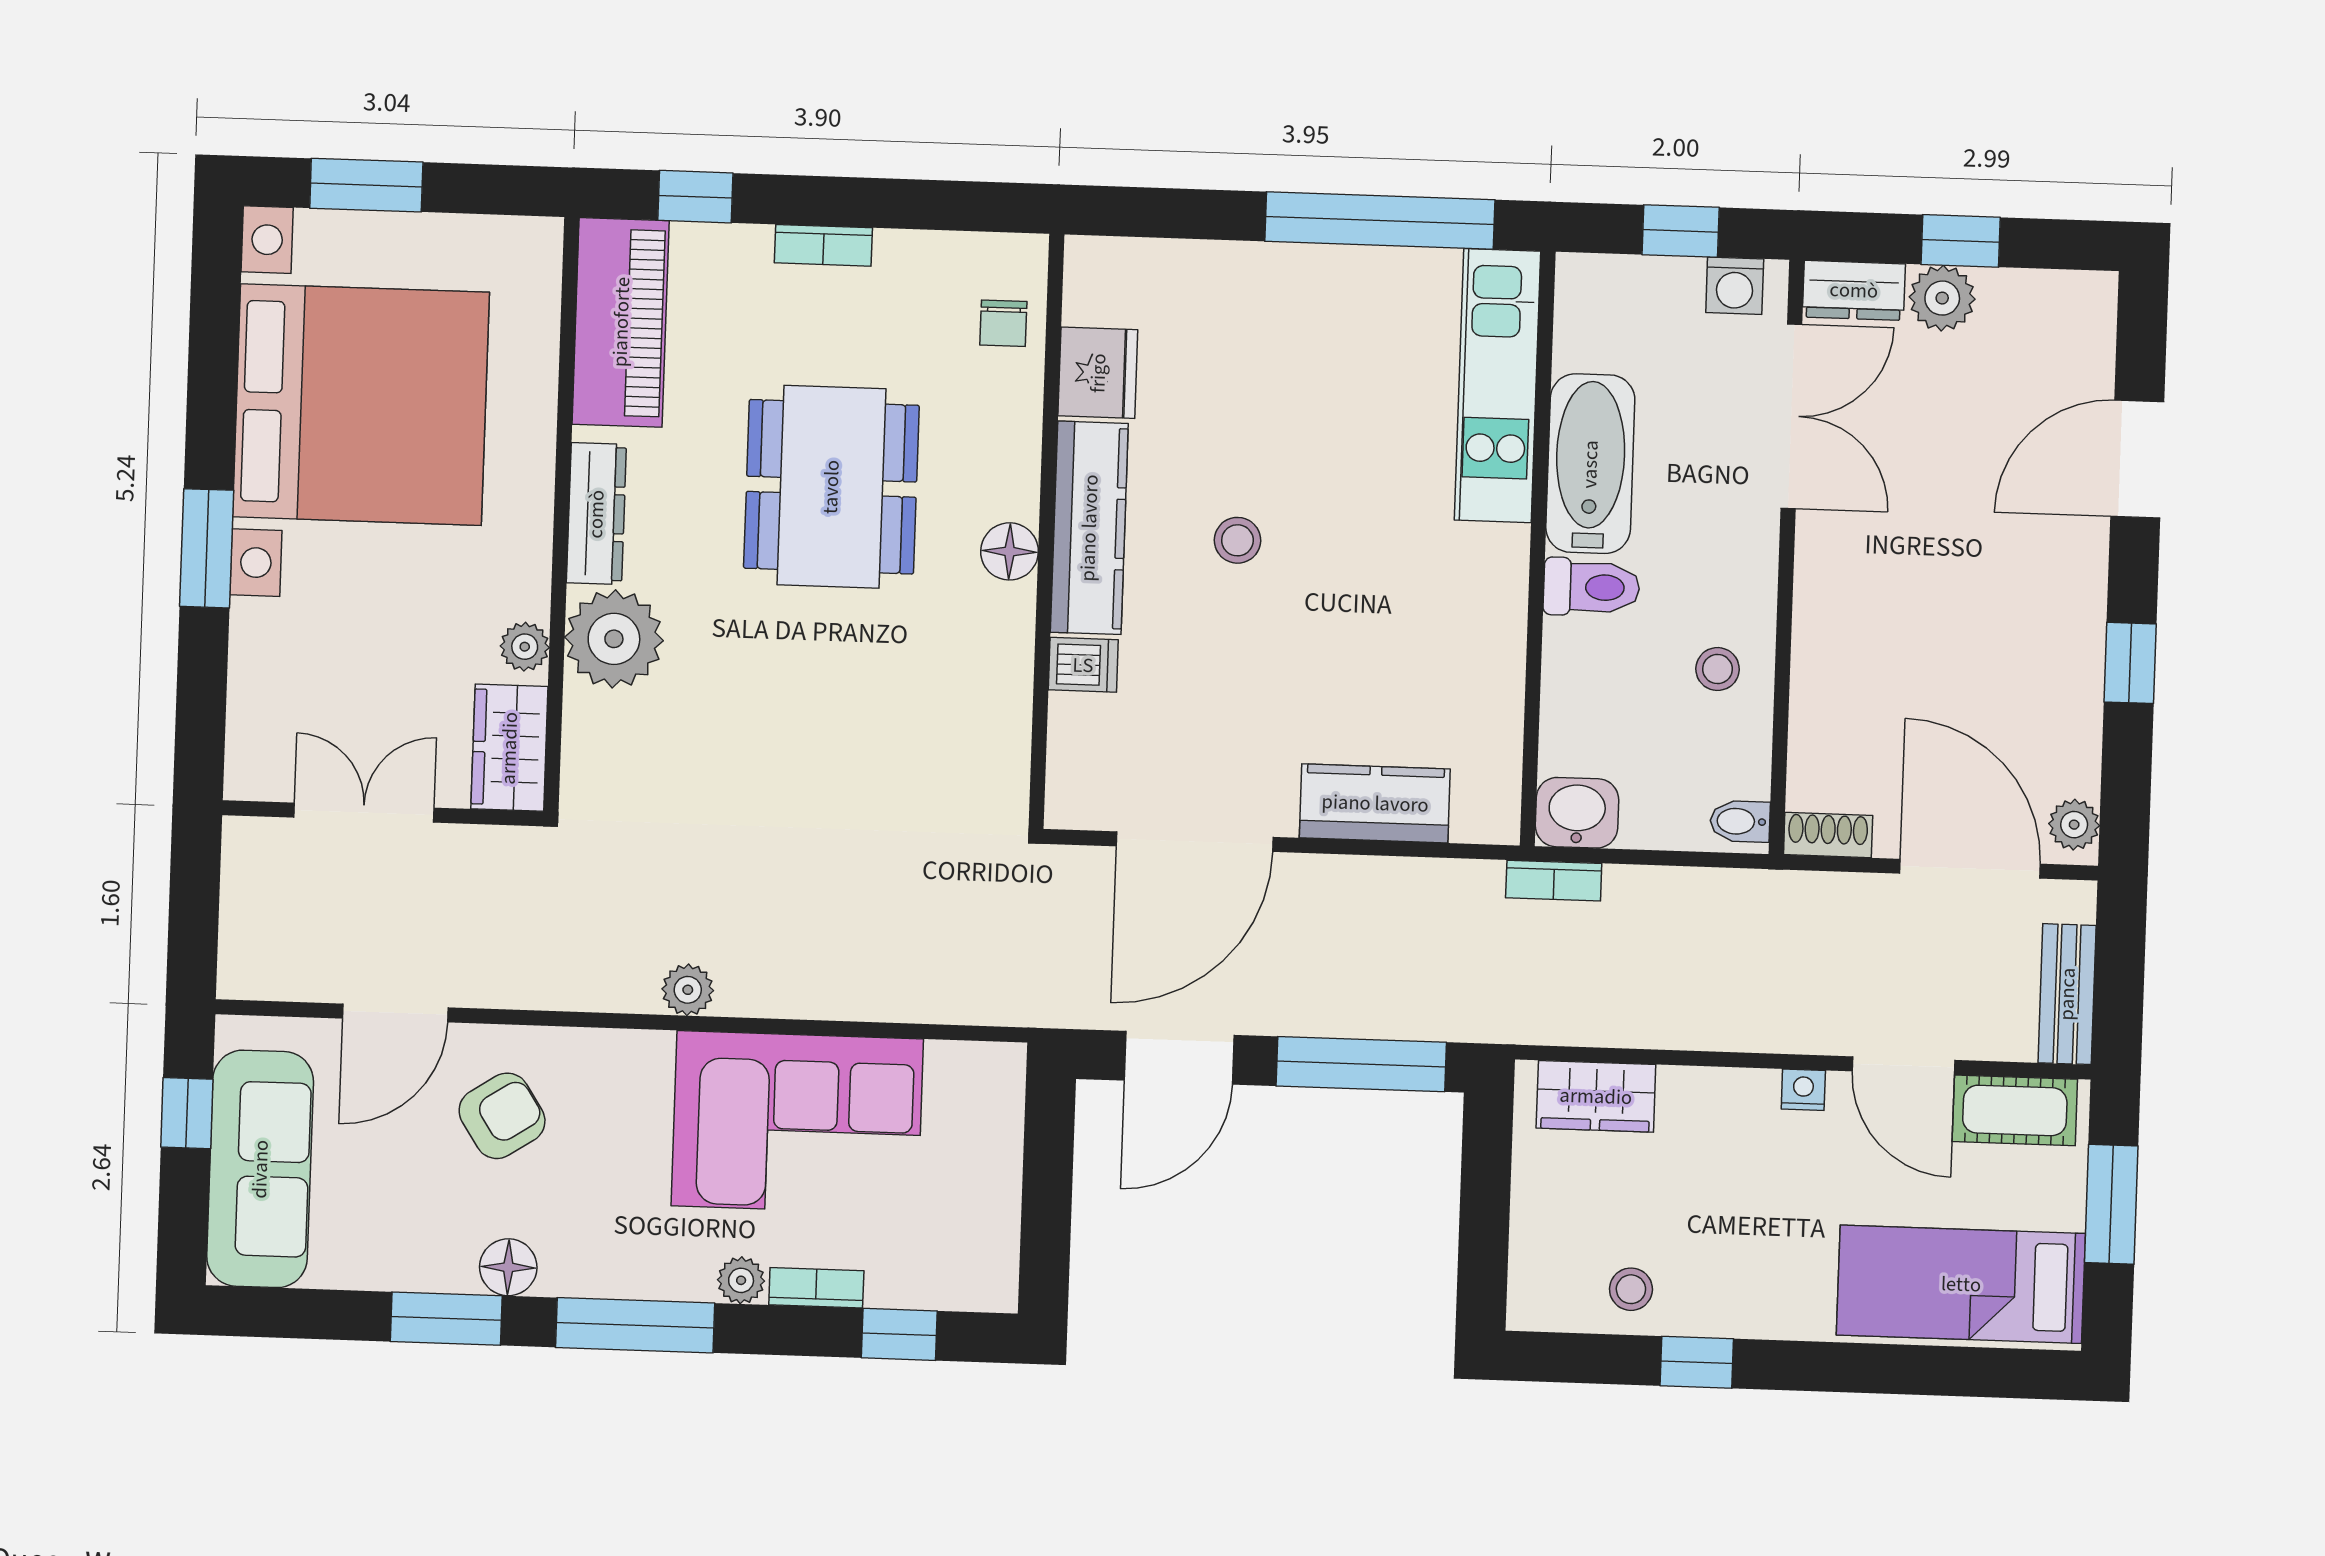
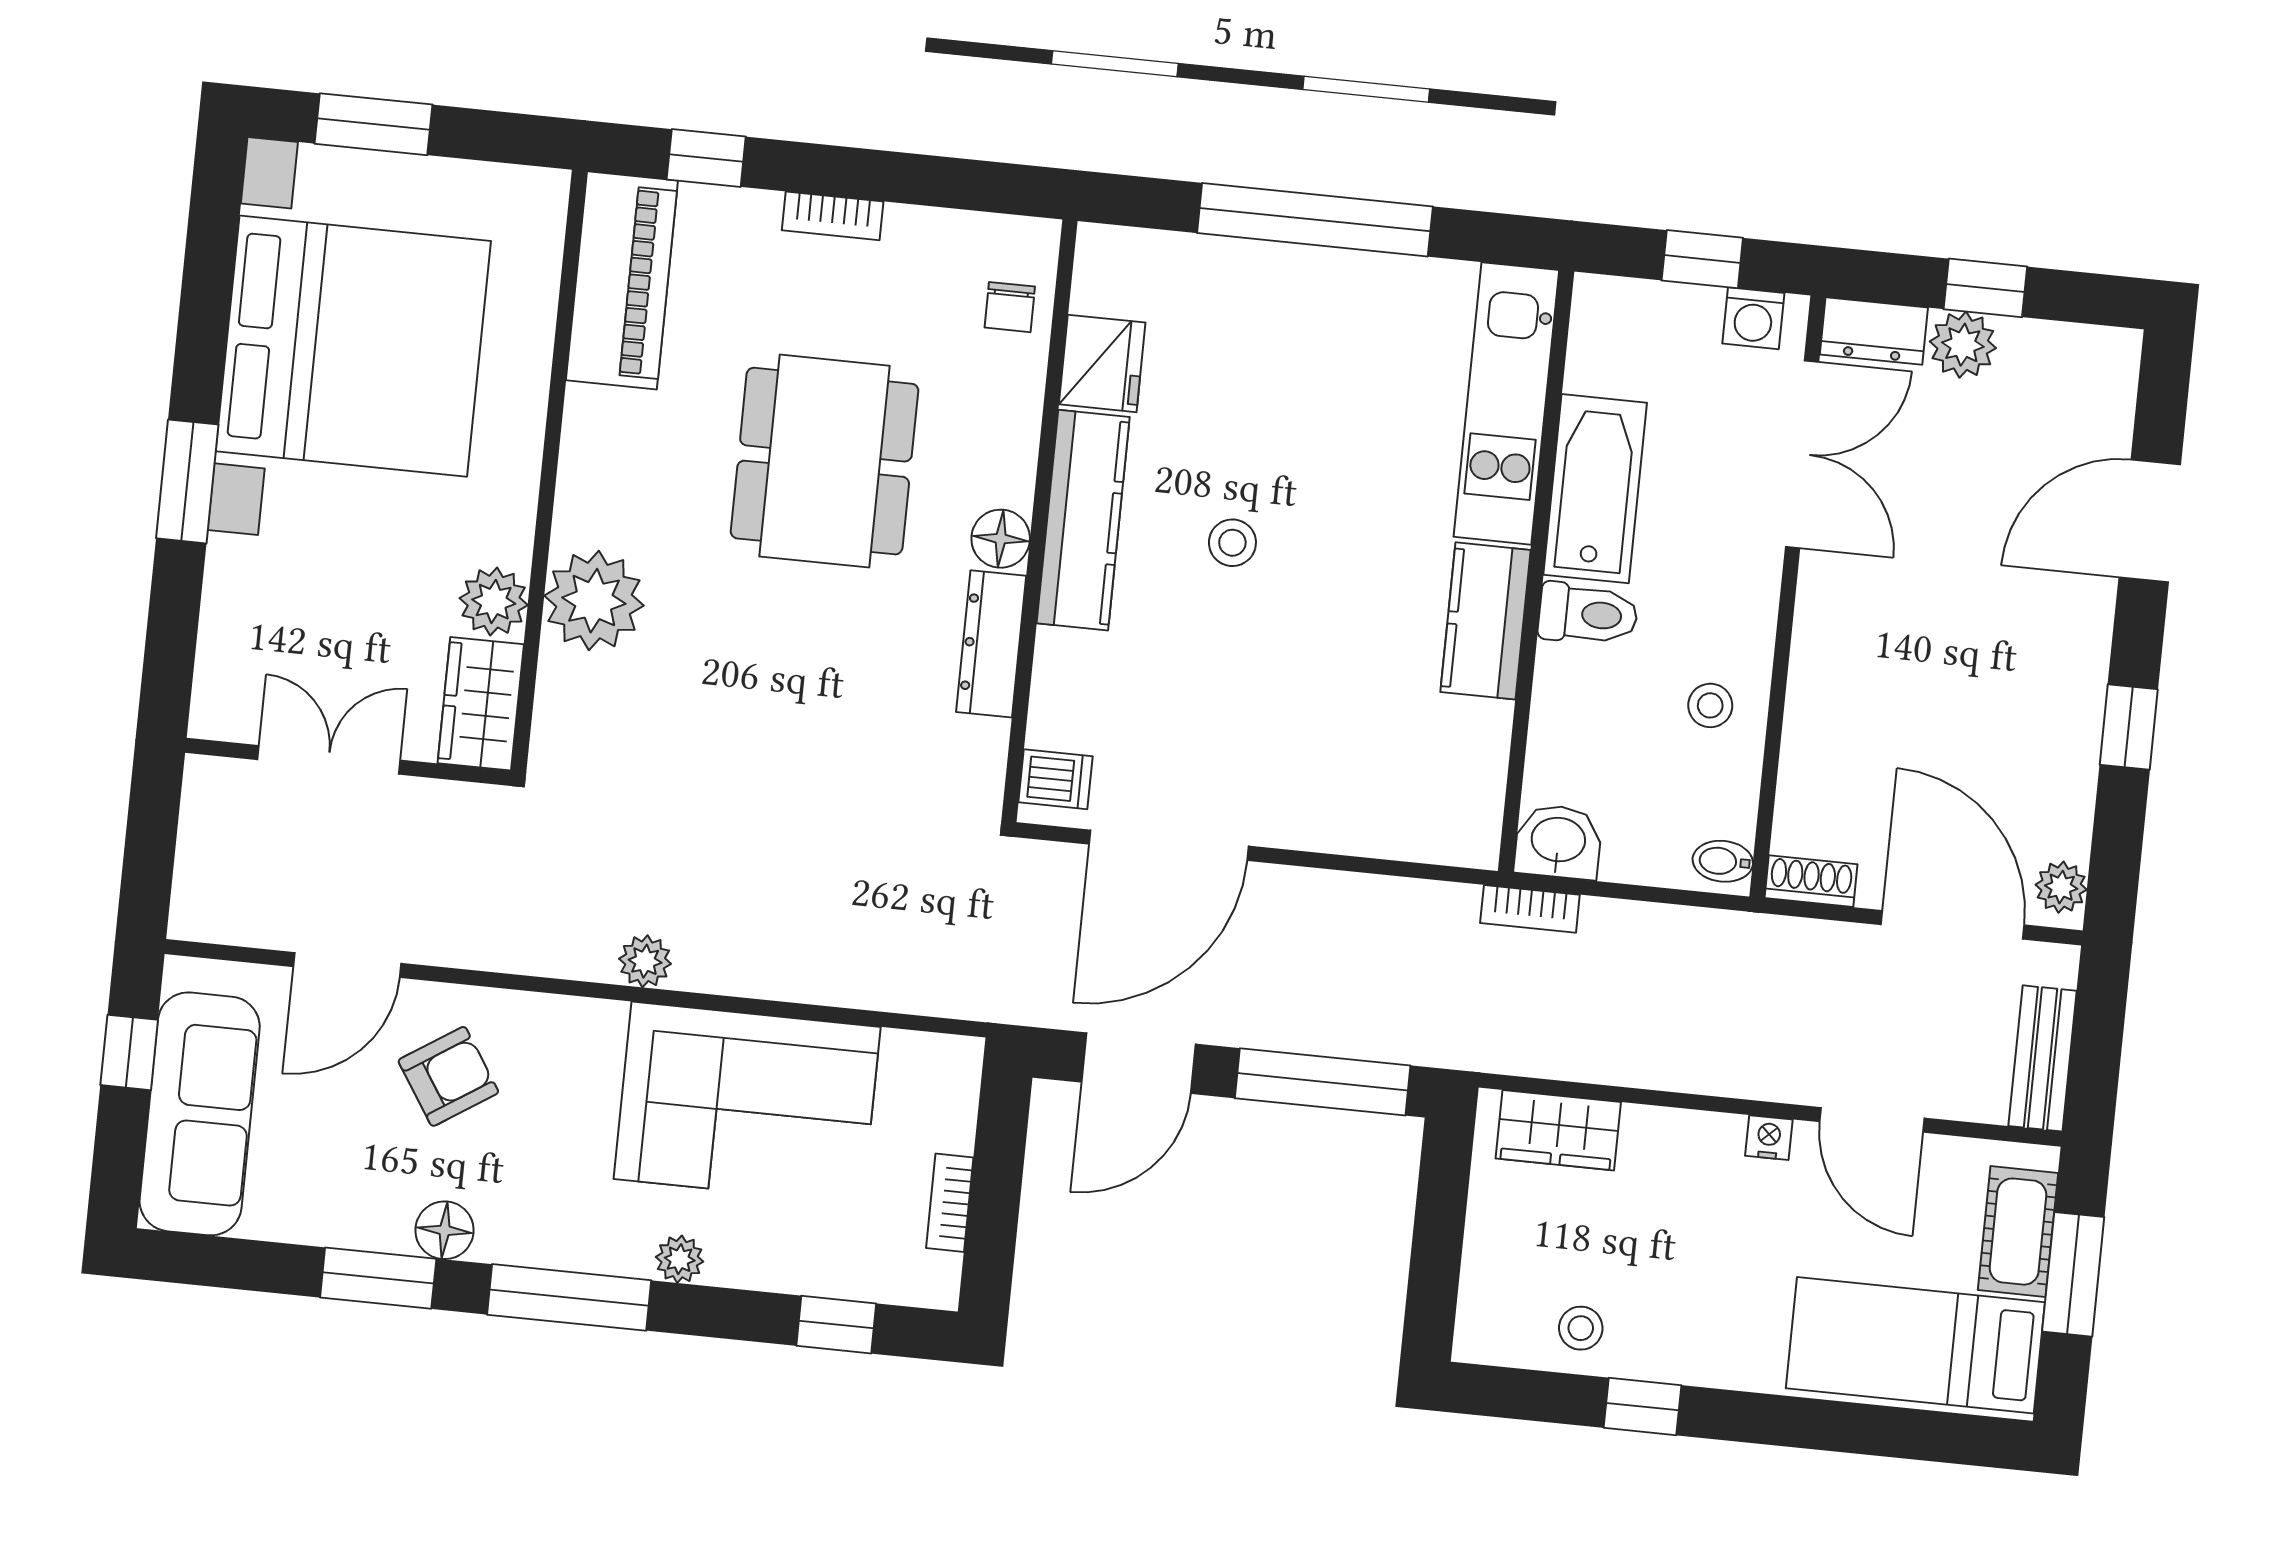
window: (1380, 221) -> (1315, 220), moved
dresser: (596, 514) -> (991, 644), moved, turned 180
plant: (525, 647) -> (494, 602), width x1.38, depth x1.38
dishwasher: (1083, 665) -> (1056, 779), moved
kitchen counter: (1375, 803) -> (1486, 621), moved, turned -90
cot: (2015, 1110) -> (2018, 1232), moved, turned 90
bookcase: (816, 1288) -> (950, 1203), moved, turned -90

